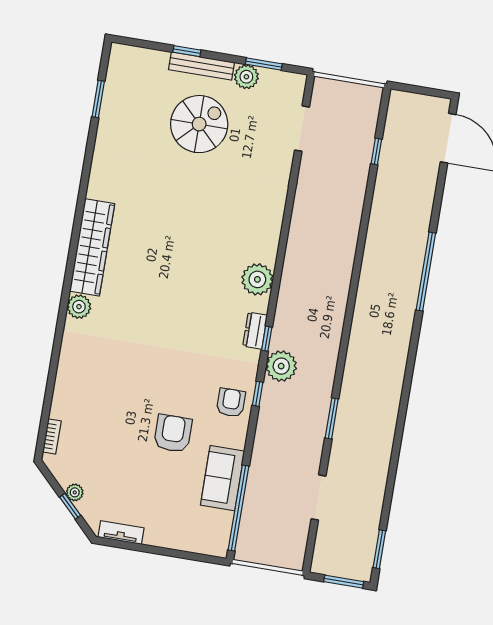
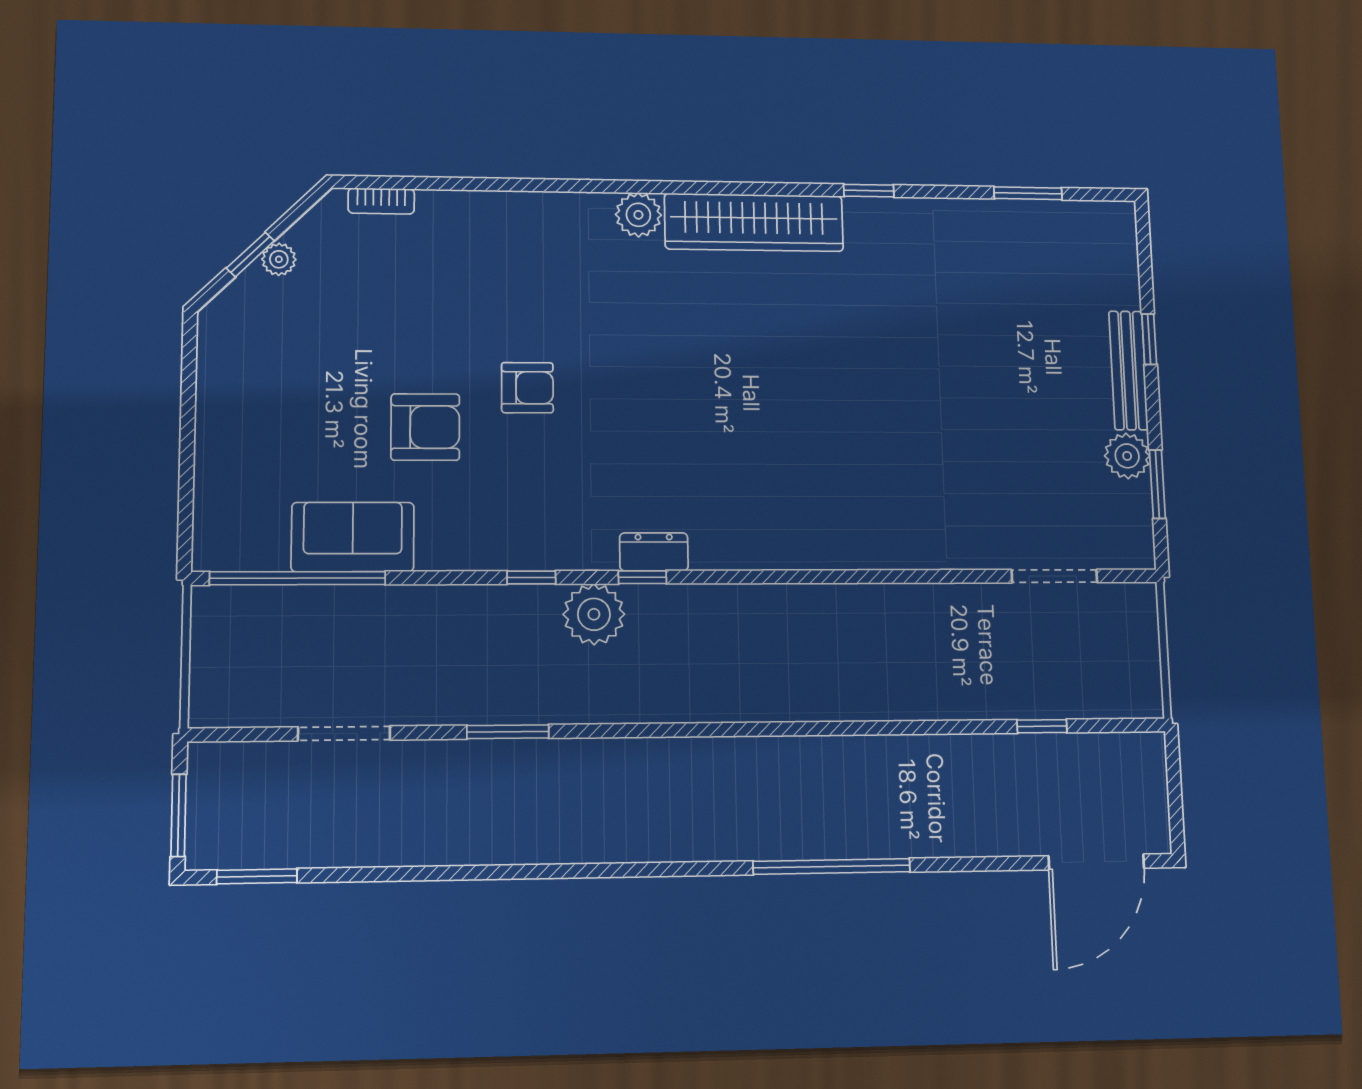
spiral stairs: (199, 124) -> (1022, 383), removed
window: (84, 184) -> (869, 191), added
plant: (257, 279) -> (753, 540), removed
armchair: (231, 403) -> (527, 388), moved
tv unit: (121, 533) -> (213, 358), removed

